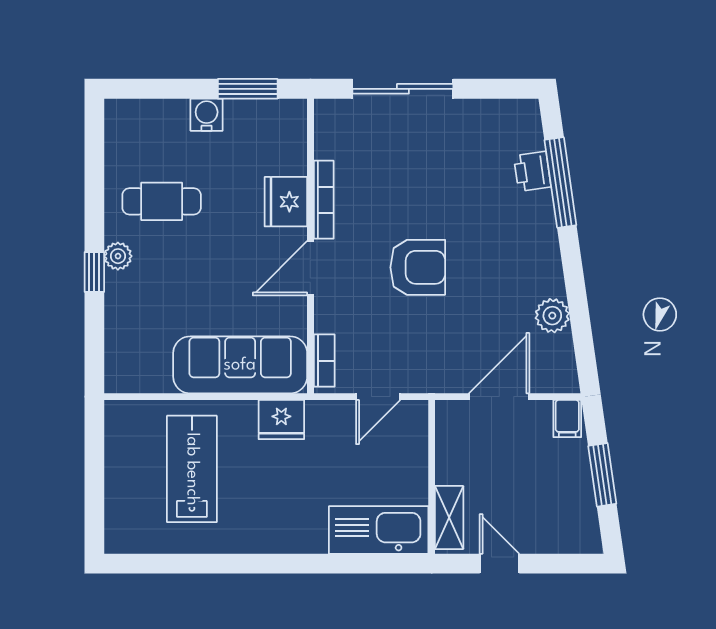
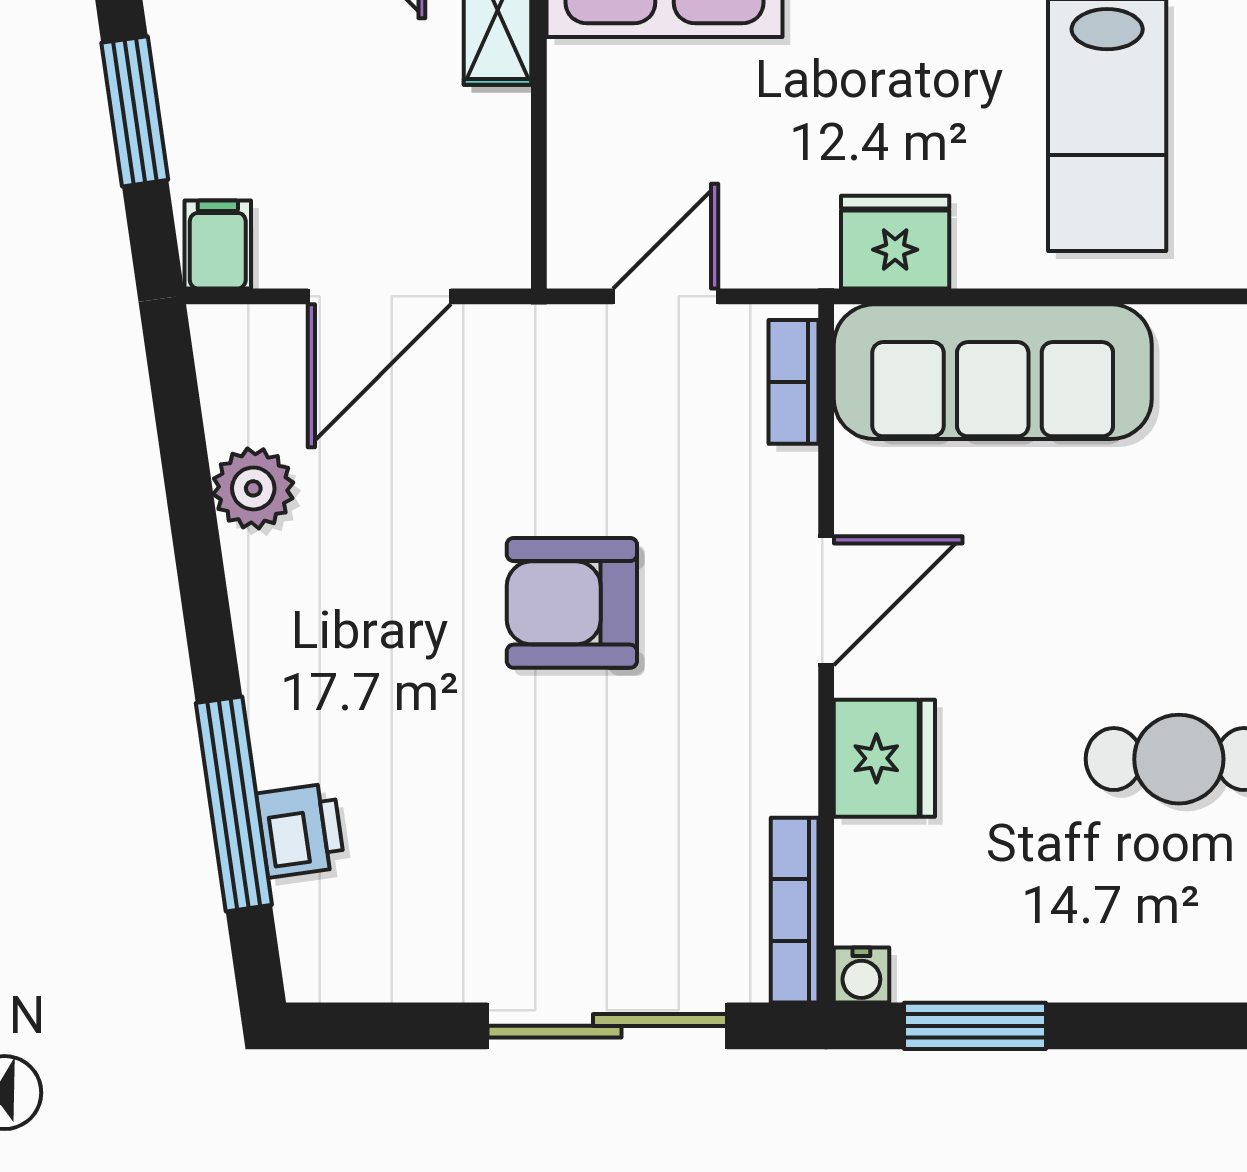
water cooler: (207, 115) -> (861, 975), moved, width x0.72, depth x0.72
bookcase: (324, 200) -> (795, 910), moved

